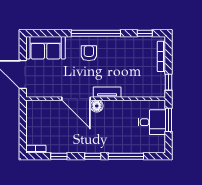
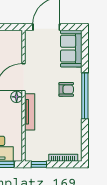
window: (145, 33) -> (85, 142), removed
tv unit: (107, 92) -> (30, 112), width x1.41

